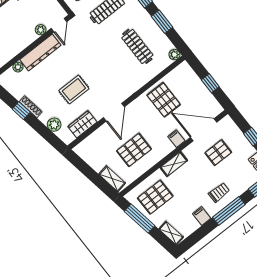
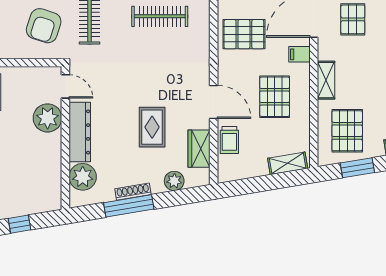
plant: (41, 30) -> (48, 118), width x1.88, depth x1.88
plant: (18, 67) -> (83, 177), width x1.88, depth x1.88
window: (21, 111) -> (129, 206), width x2.17
trolley: (100, 137) -> (229, 140), added
pallet: (134, 150) -> (275, 97), moved
window: (140, 218) -> (357, 168), width x0.69

